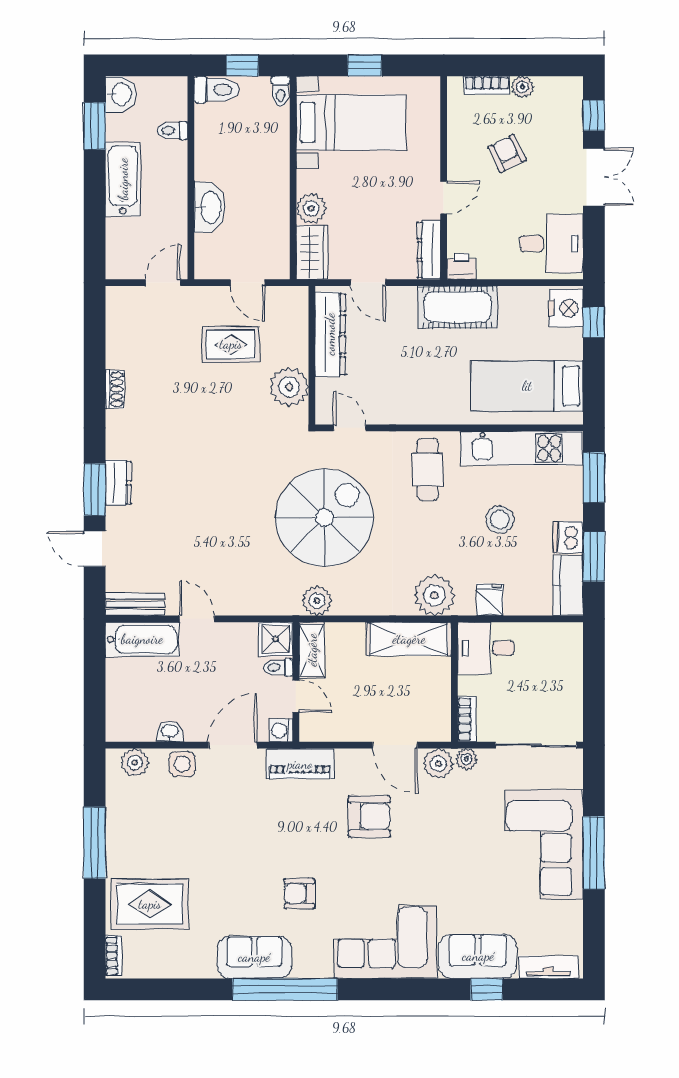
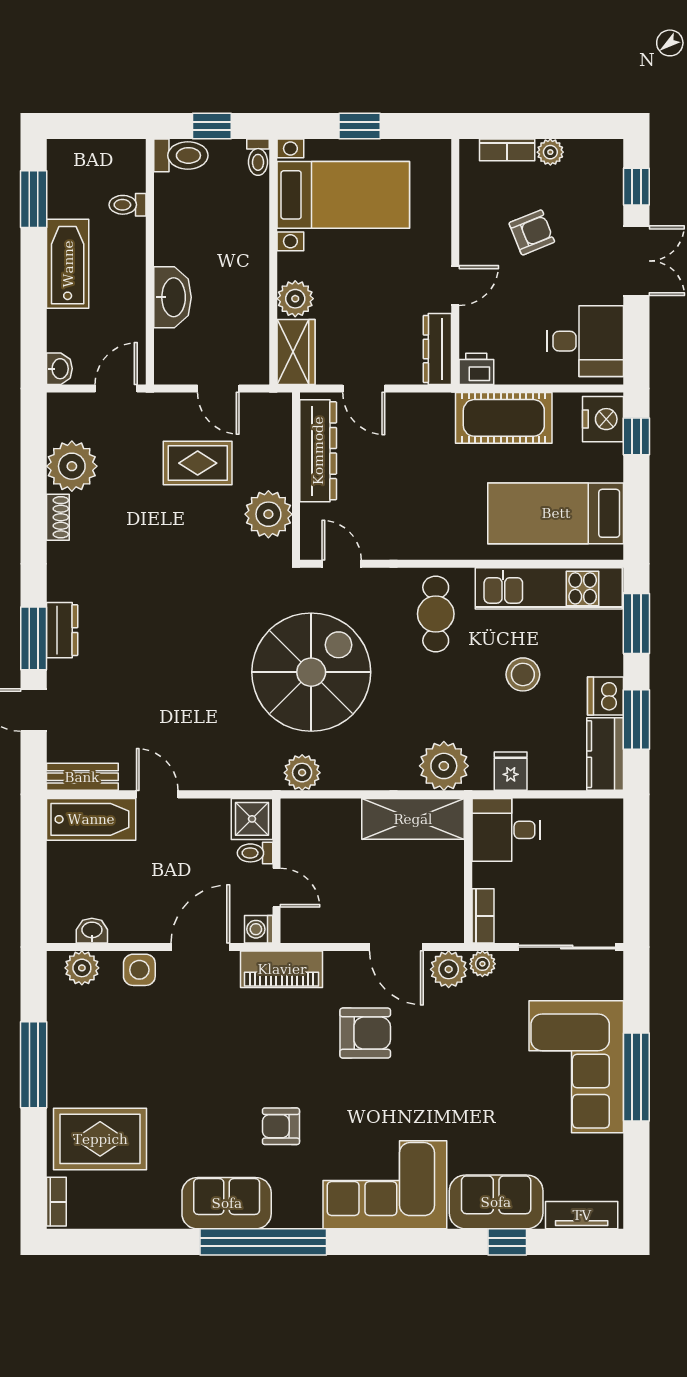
washbasin: (121, 94) -> (59, 369), moved, width x0.72, depth x0.69
armchair: (507, 153) -> (532, 232), turned 94
cot: (457, 307) -> (504, 418), moved
plant: (126, 347) -> (72, 466), added
shelving: (312, 650) -> (296, 832), removed
washbasin: (170, 732) -> (92, 931), moved

